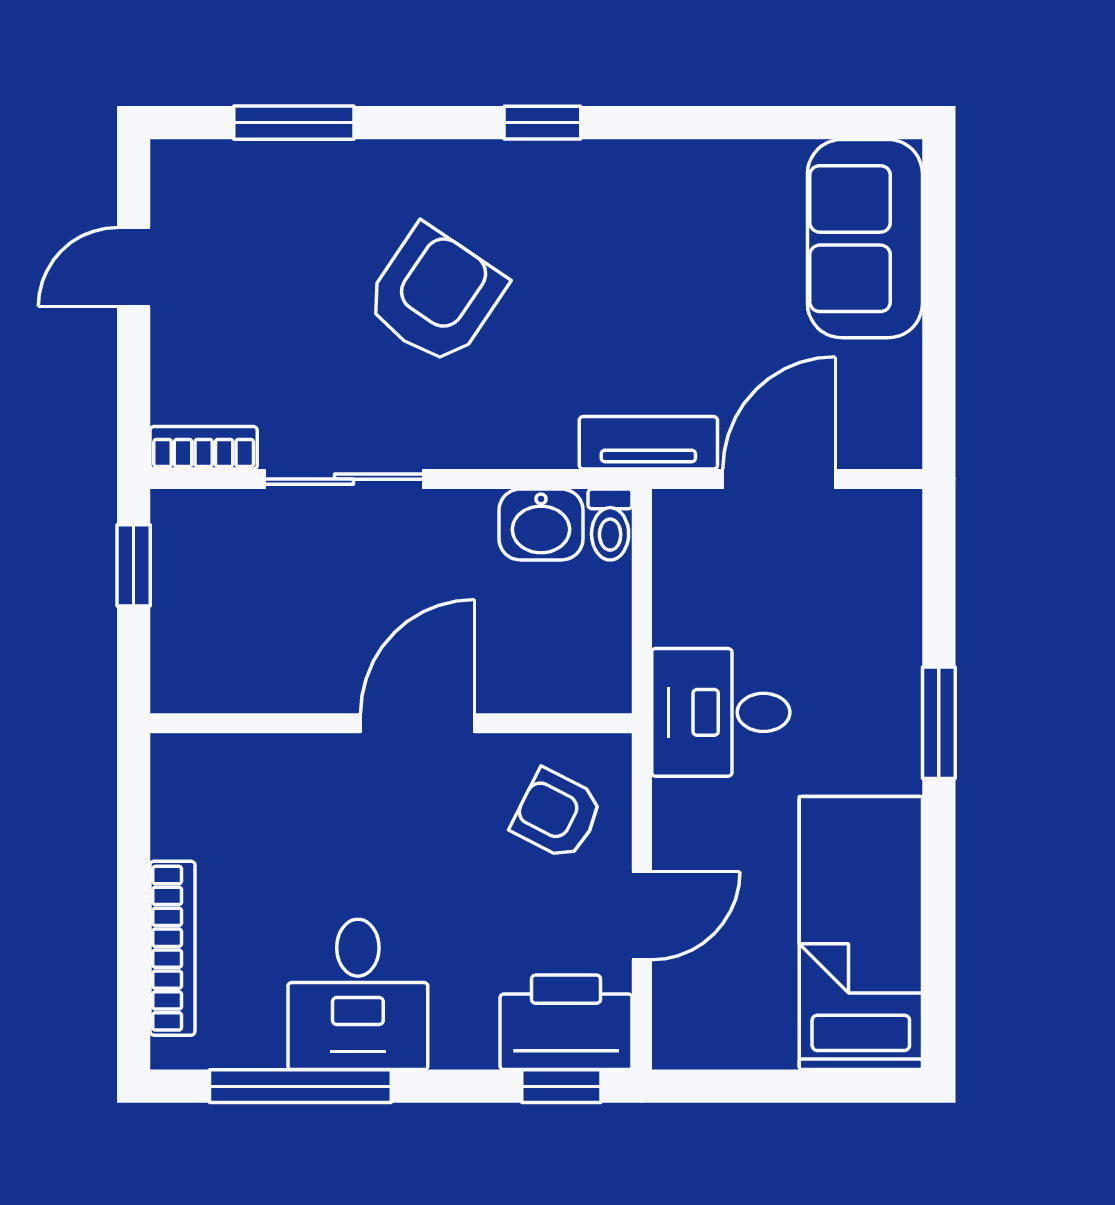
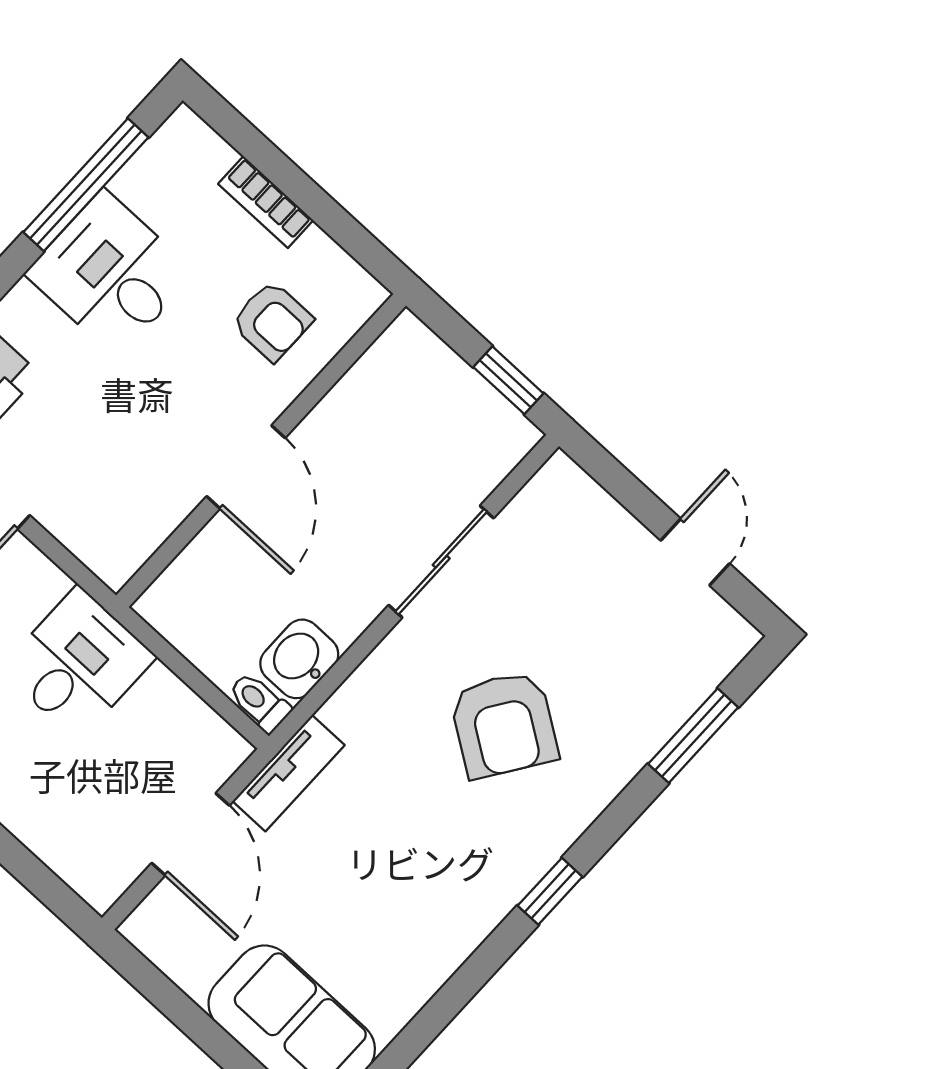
bookcase: (204, 448) -> (542, 492), removed
armchair: (557, 814) -> (272, 321), moved, turned 63
bookcase: (172, 948) -> (266, 202), width x0.64

